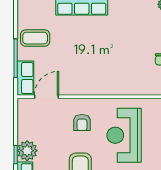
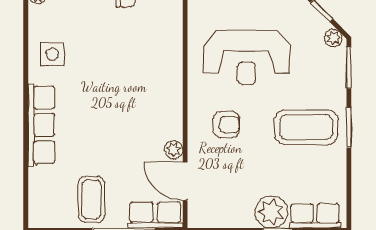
side table: (126, 14) -> (52, 54), added
plant: (66, 90) -> (174, 150), added

